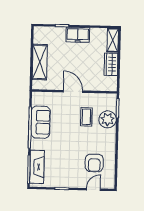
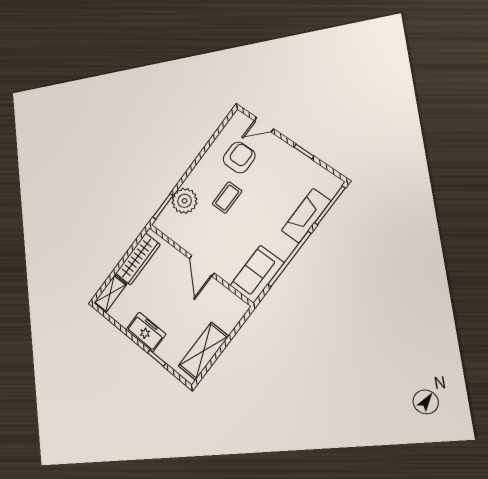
shelving: (40, 62) -> (204, 351), moved
wardrobe: (111, 64) -> (138, 259), width x1.50
coffee table: (86, 117) -> (227, 198), moved
sofa: (41, 122) -> (257, 274), moved
fireplace: (37, 167) -> (306, 216), moved

